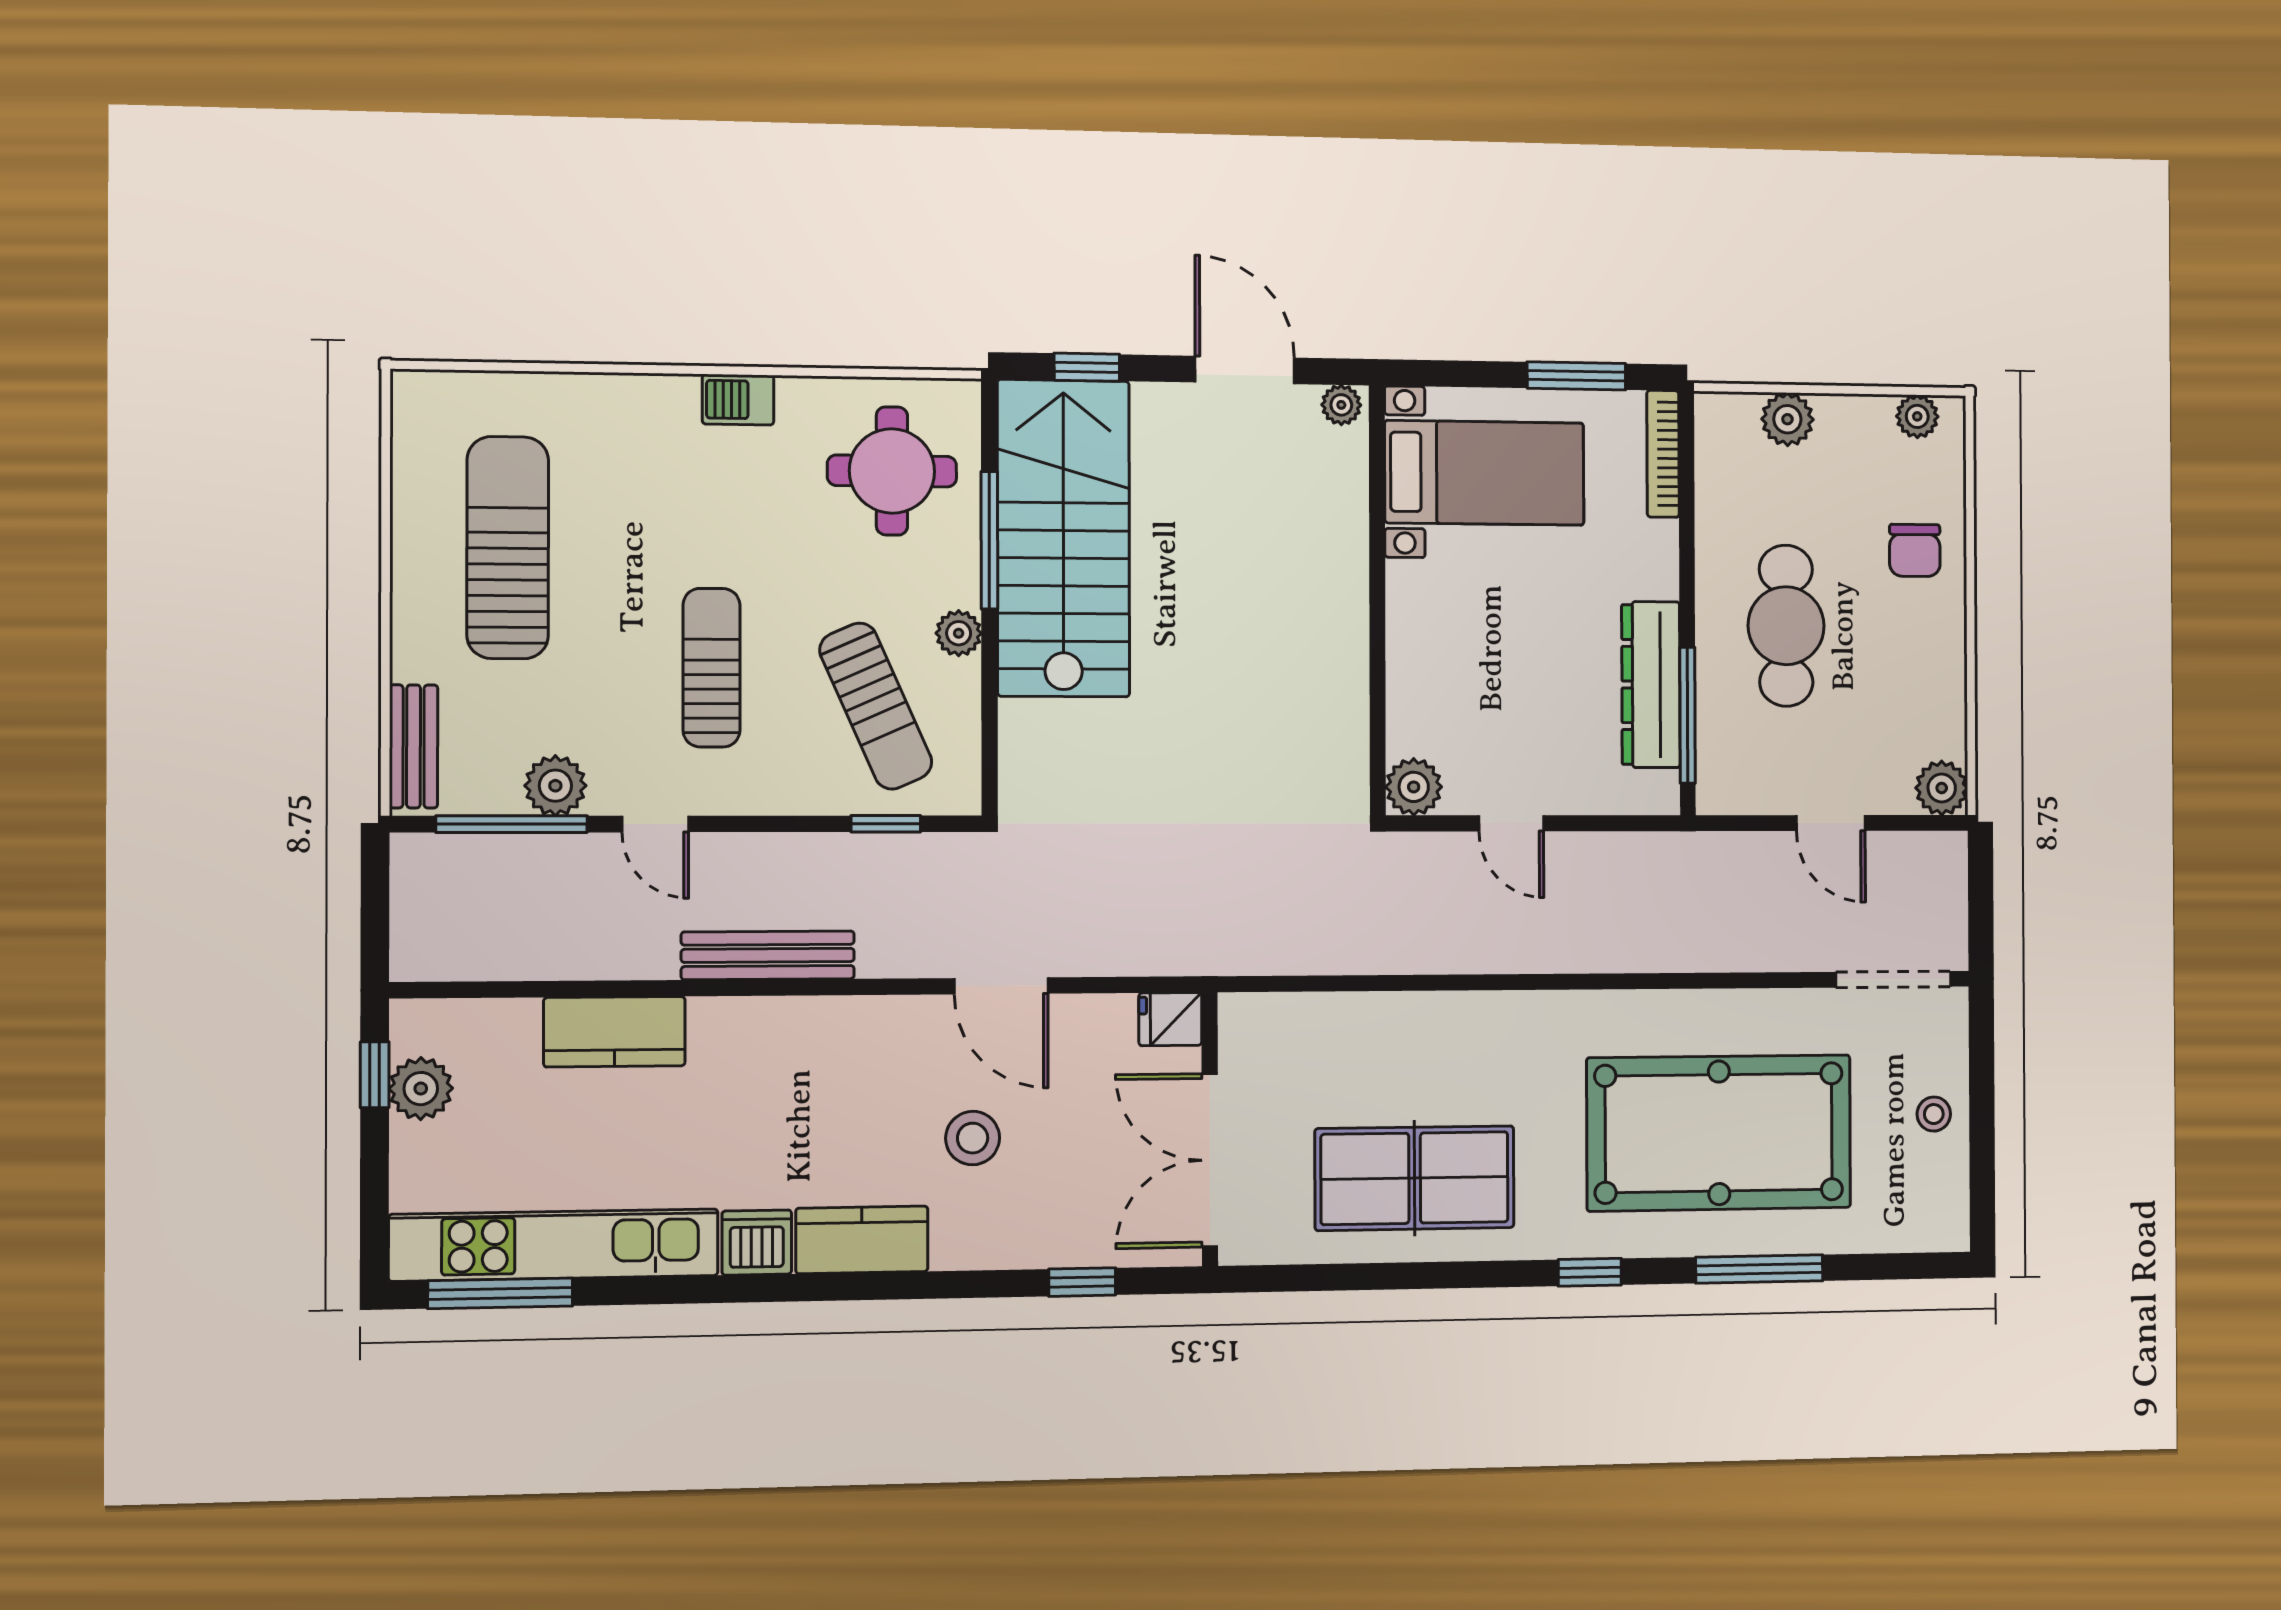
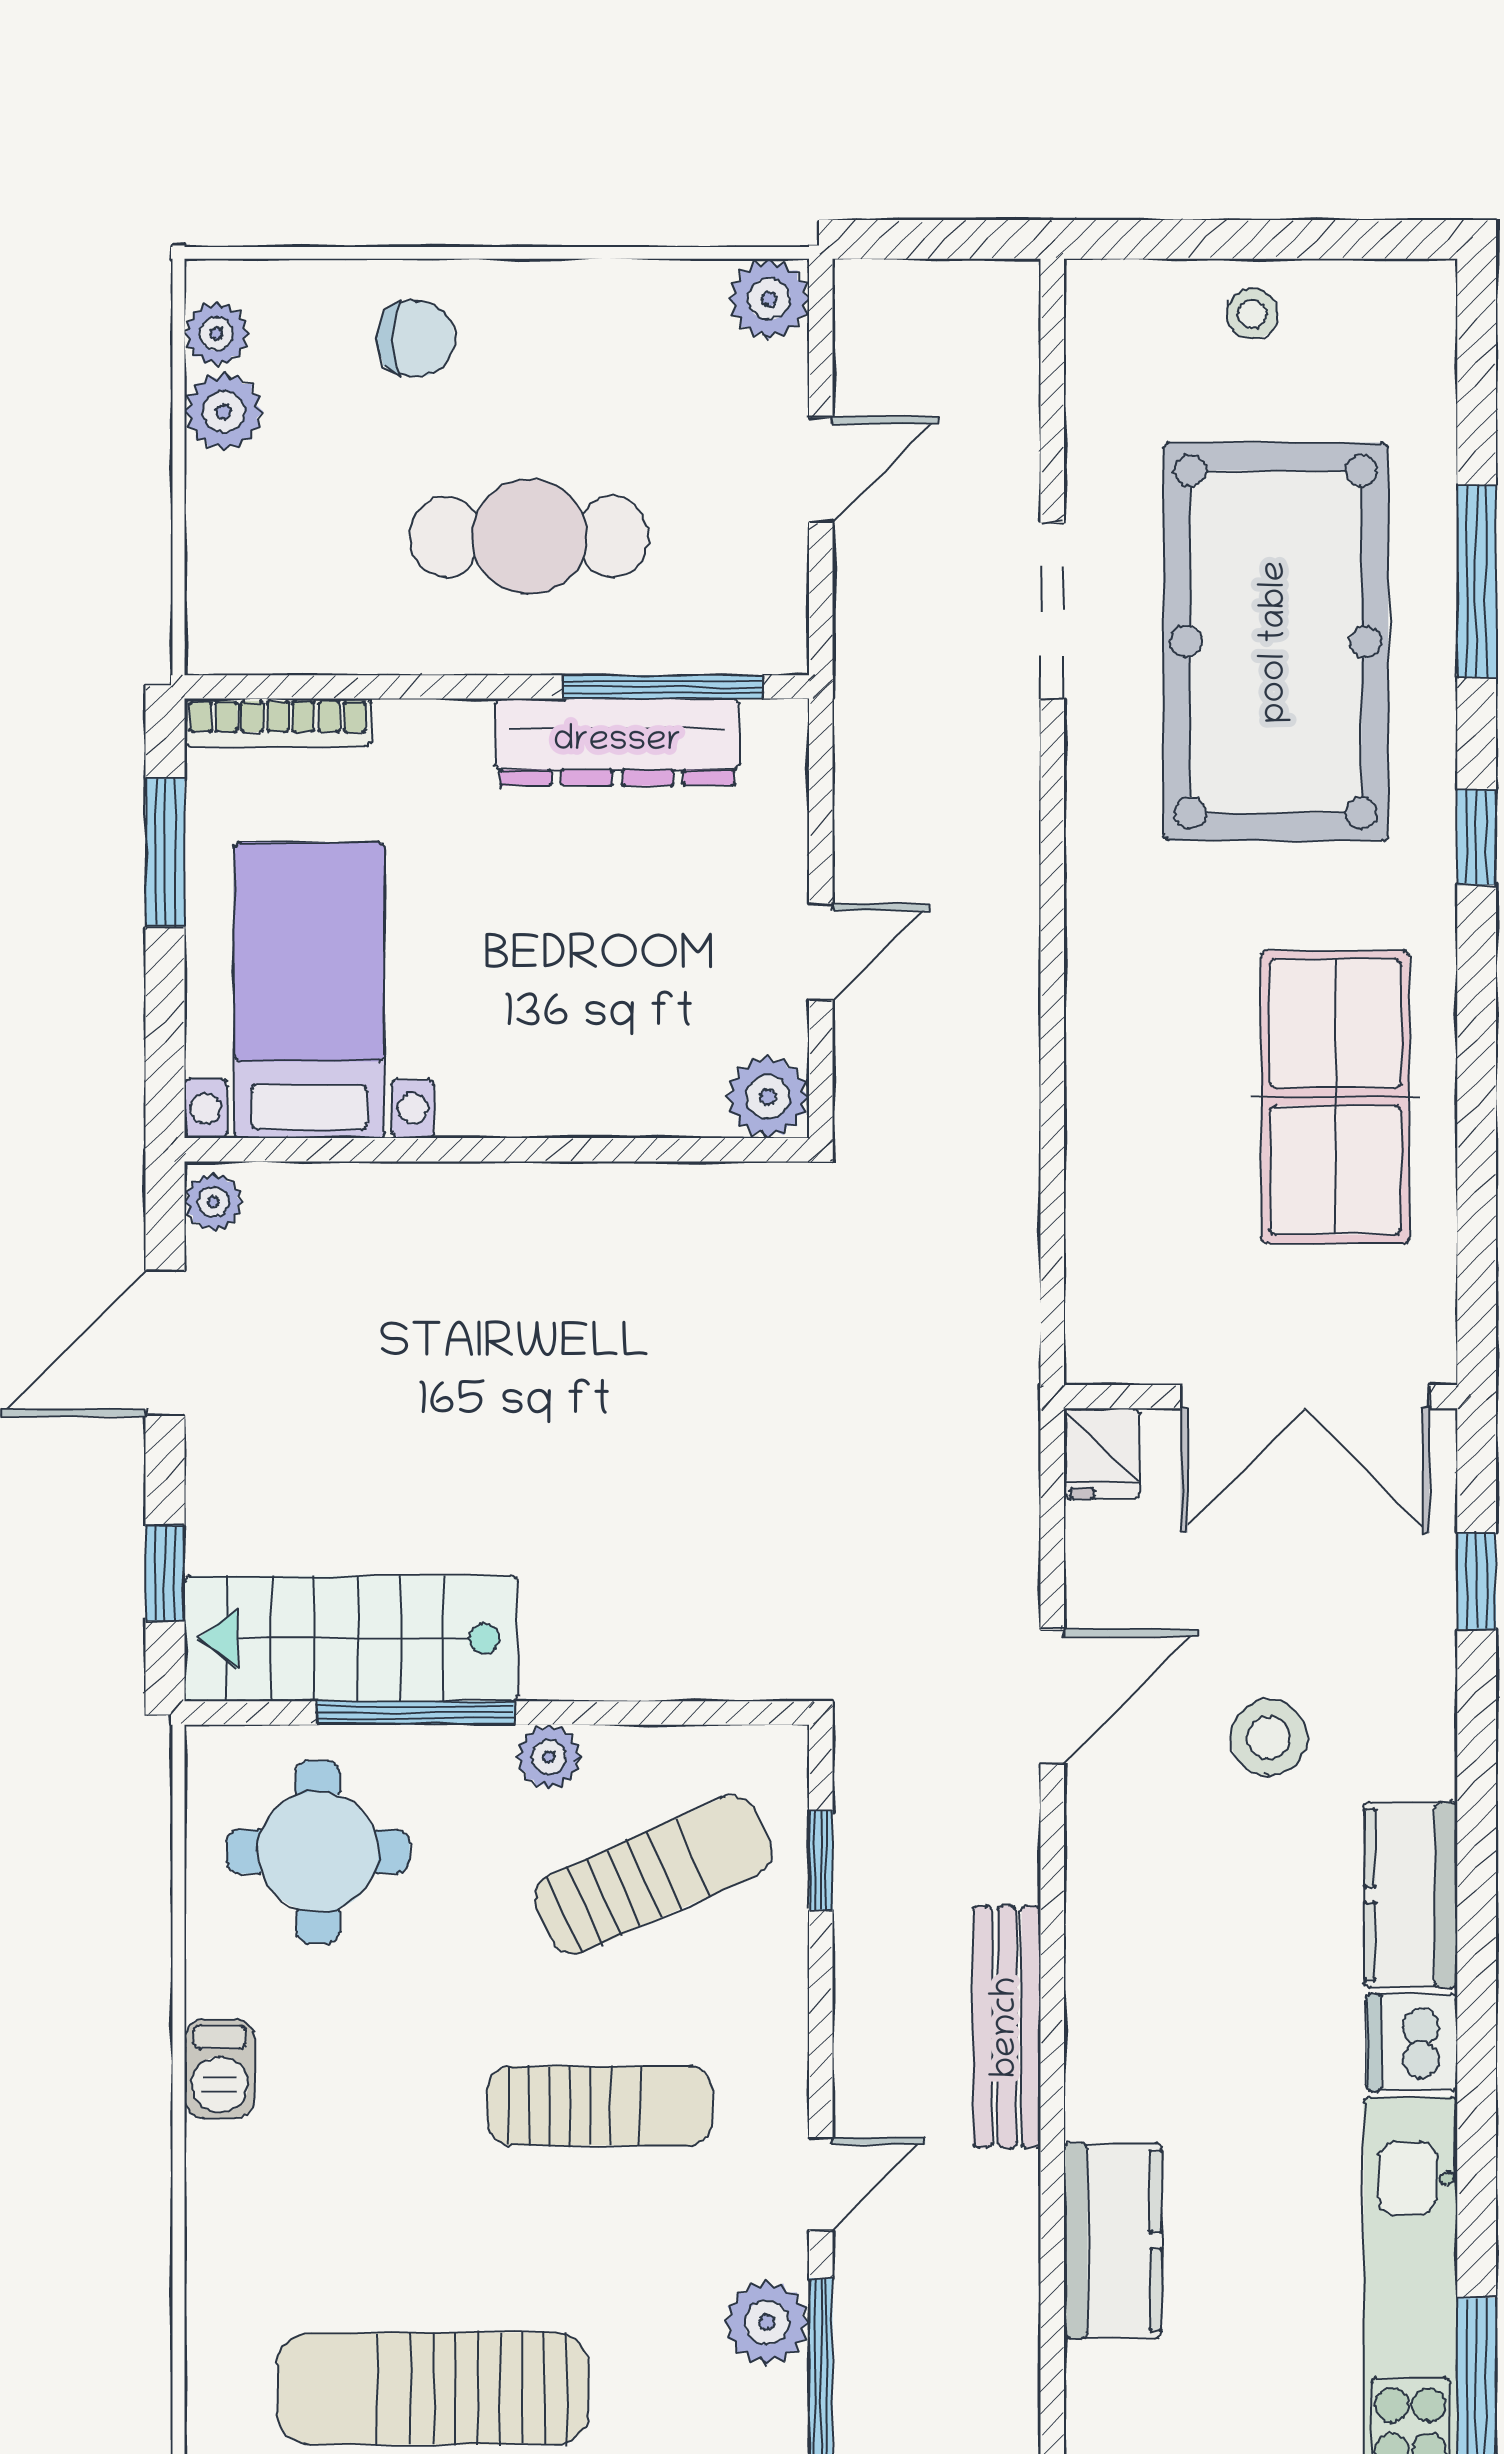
plant: (1787, 419) -> (224, 412), moved
stairs: (1063, 538) -> (351, 1639), width x0.73, depth x0.66
sun lounger: (712, 668) -> (600, 2106), turned 180
doorway: (1893, 979) -> (1052, 611), moved

